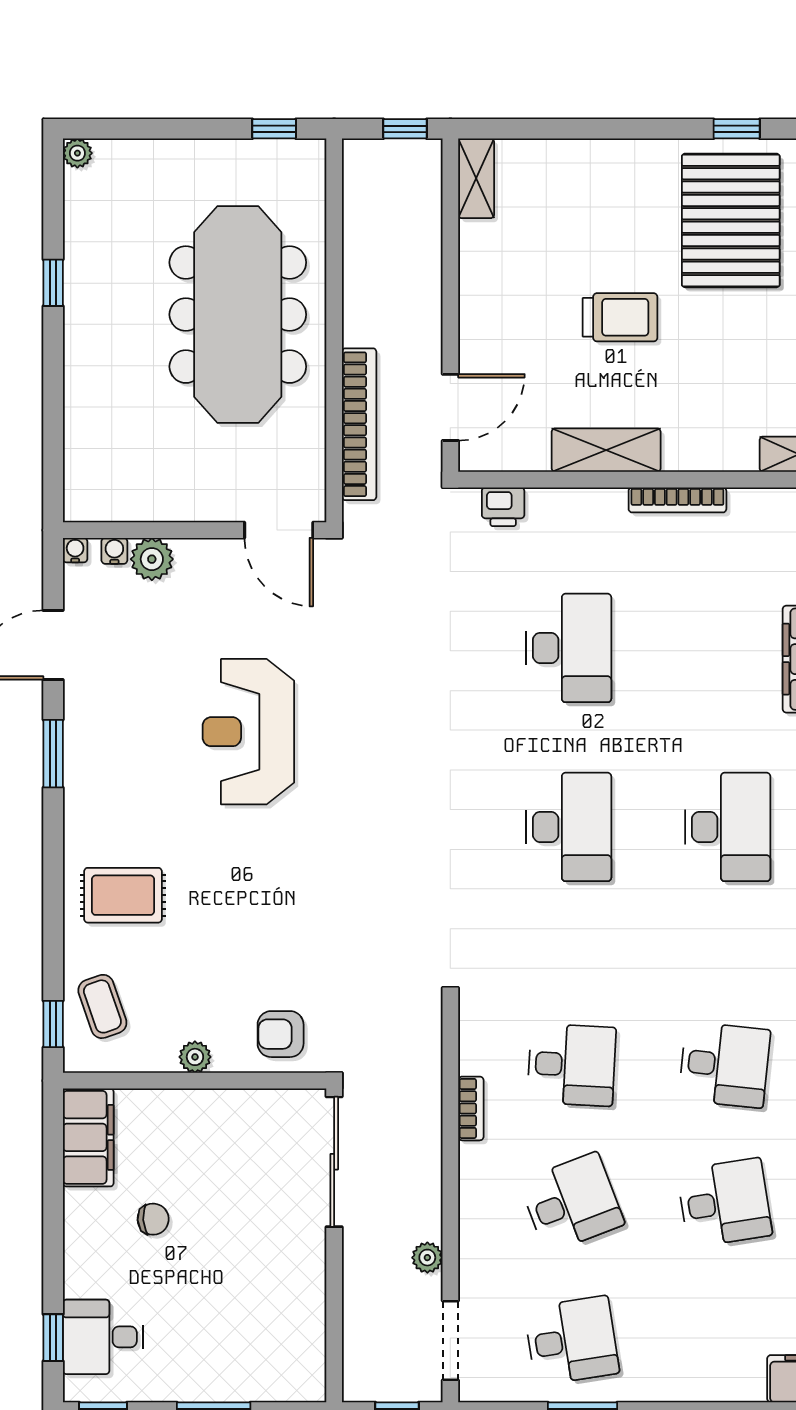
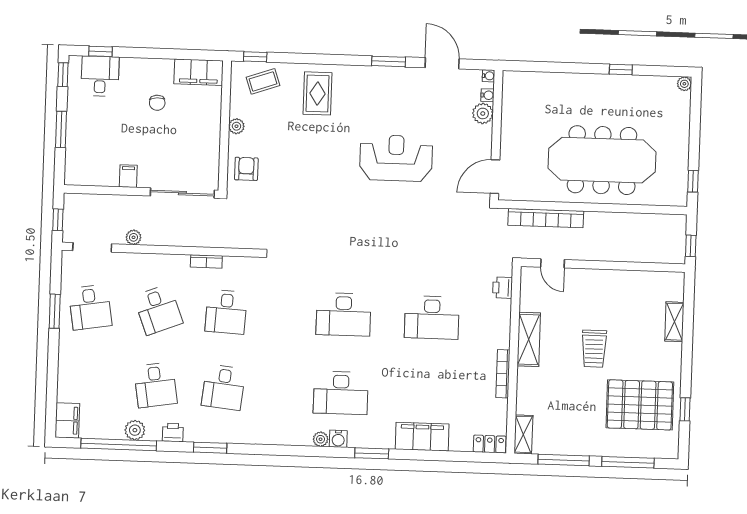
shelving: (476, 178) -> (674, 322), moved, turned 90
door: (450, 407) -> (553, 263), width x0.73
filing cabinet: (304, 1273) -> (128, 176), added

